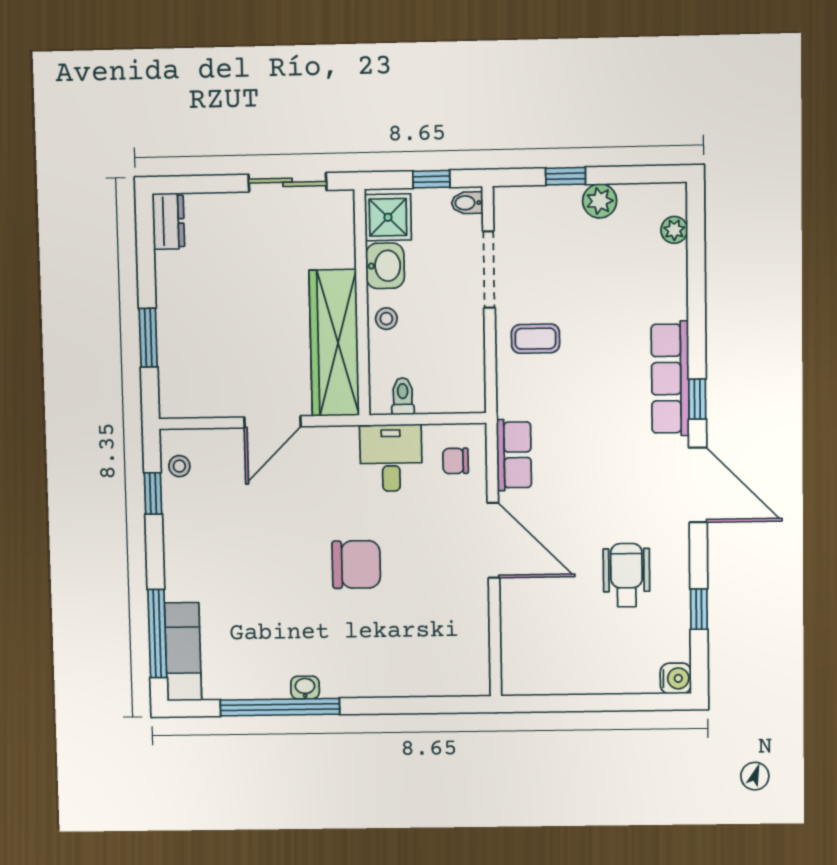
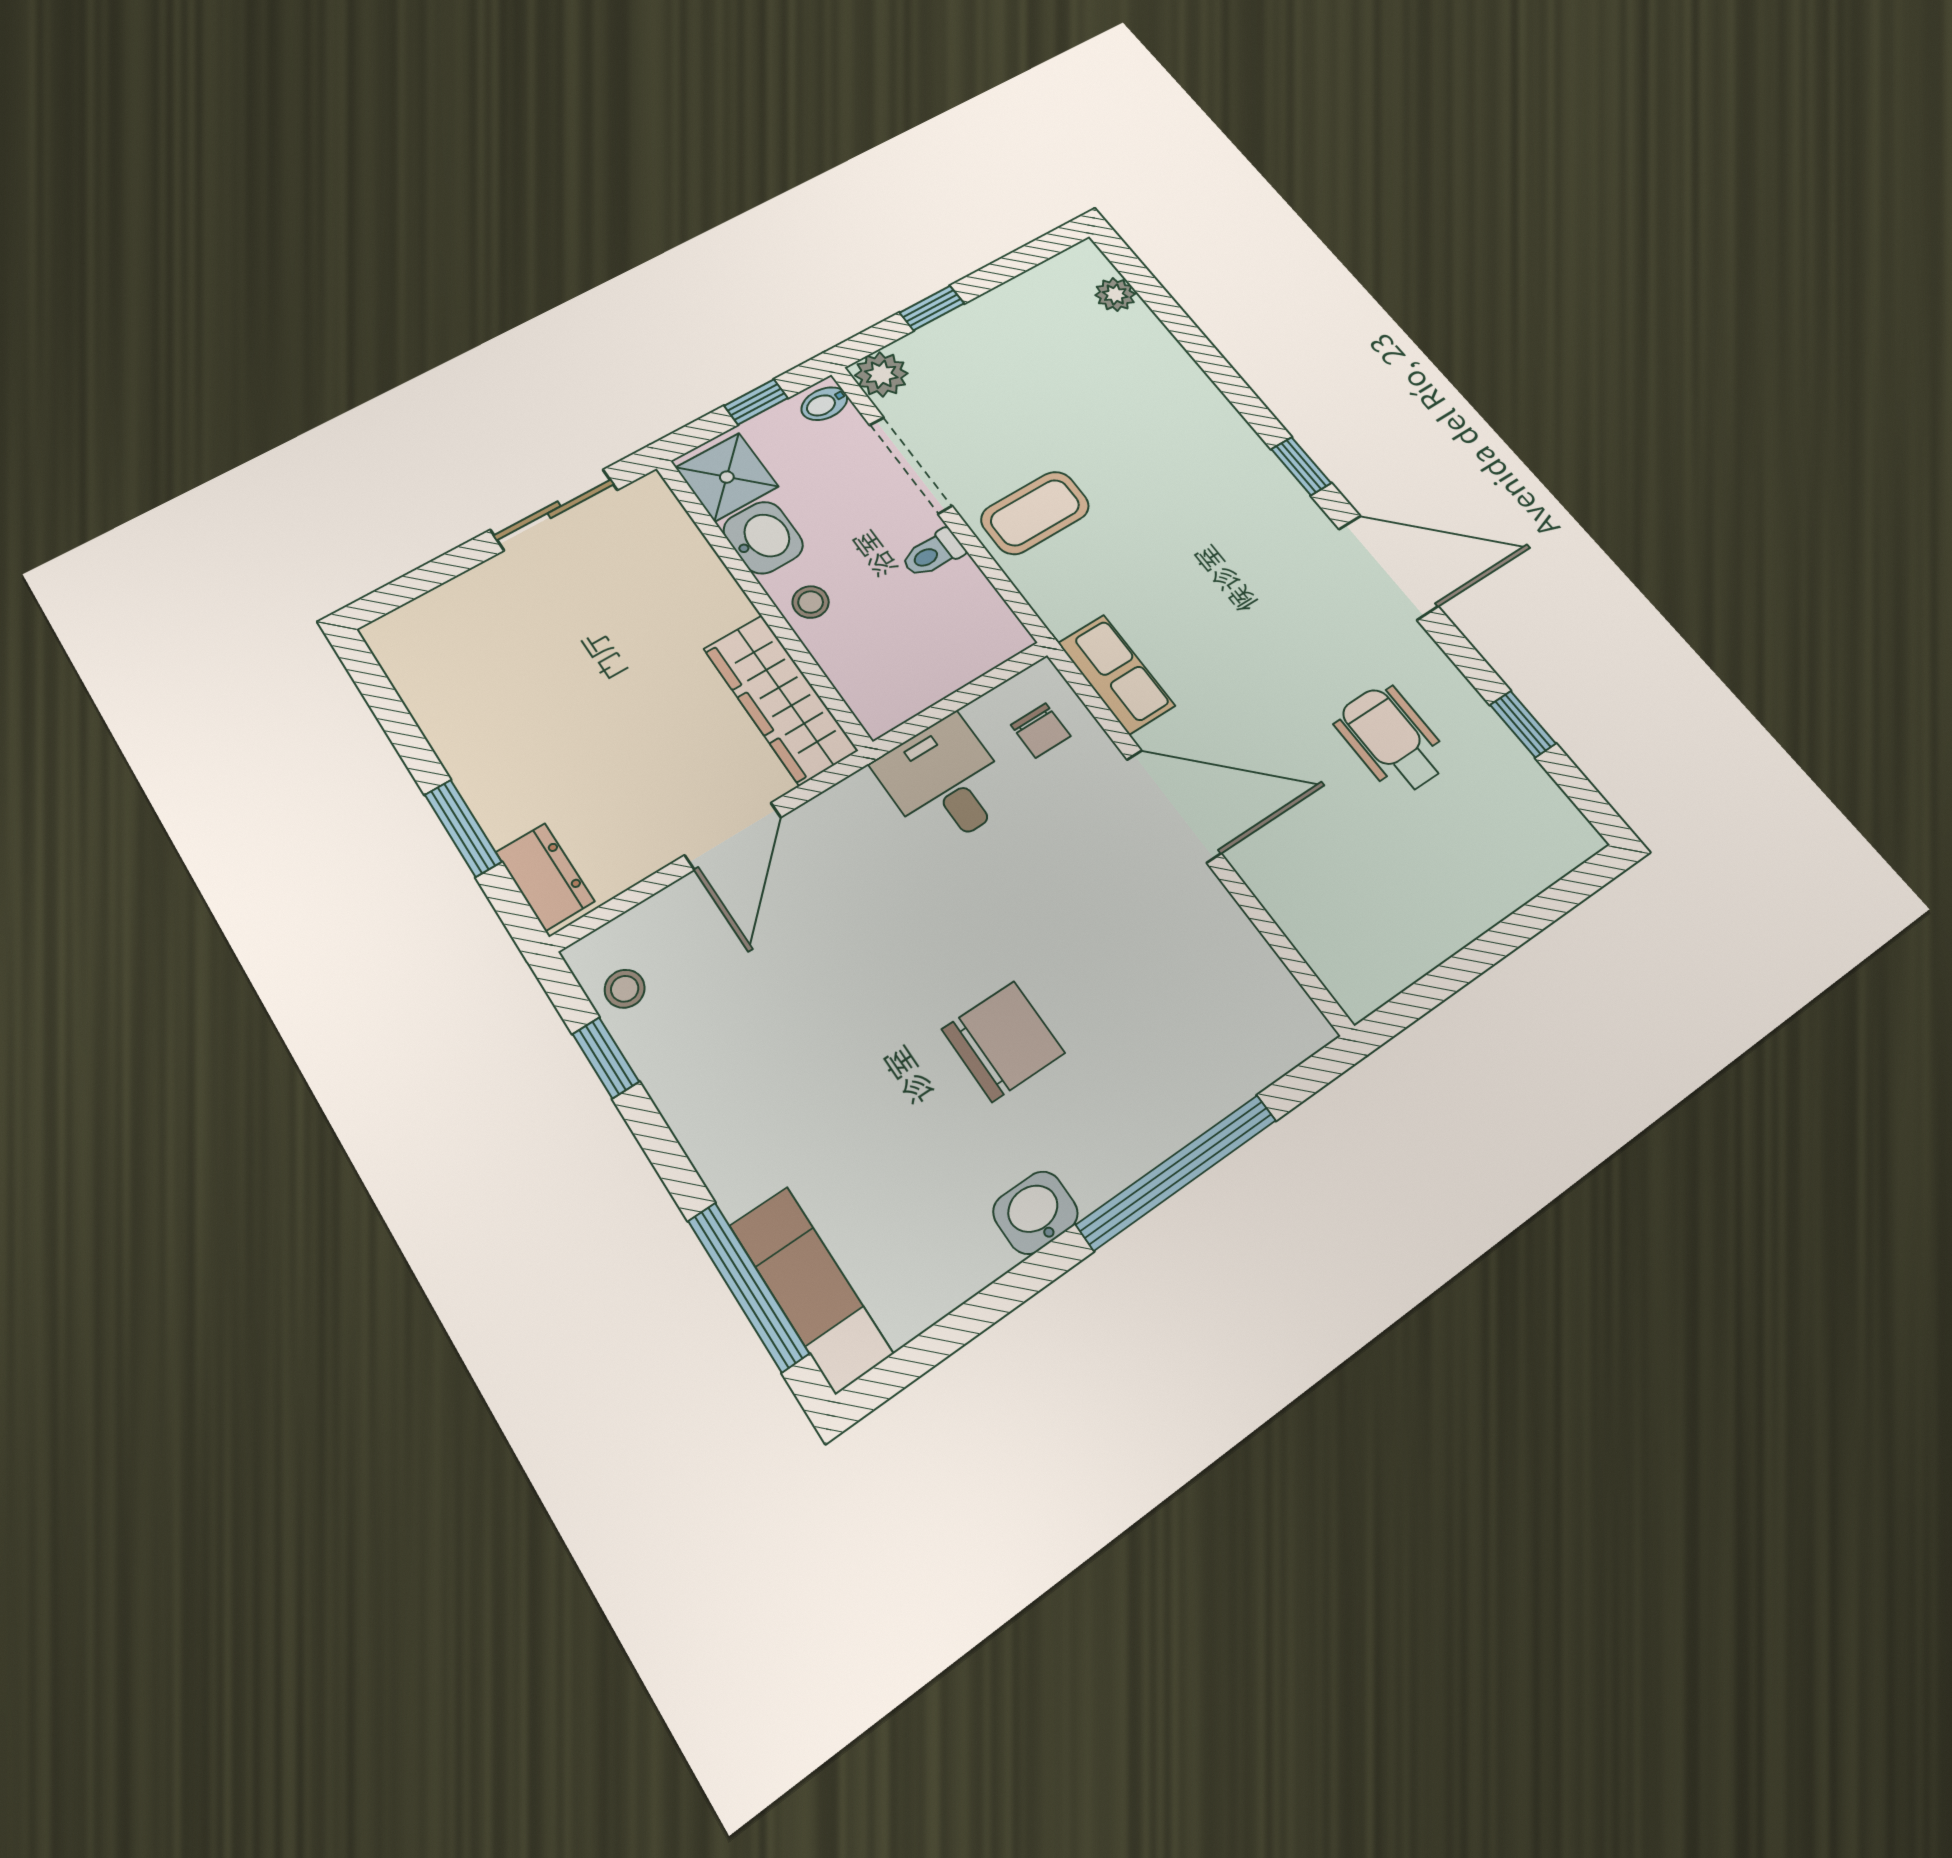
plant: (600, 201) -> (881, 374), moved
dresser: (168, 221) -> (545, 877), moved
coffee table: (535, 339) -> (1035, 513), width x1.36, depth x1.30
wardrobe: (334, 343) -> (780, 699), width x0.71, depth x0.85
row of seats: (670, 379) -> (1247, 462), removed
toilet: (403, 396) -> (933, 553), moved, turned -90
chair: (456, 461) -> (1041, 731), turned -90
chair: (356, 564) -> (1003, 1041), moved
water cooler: (676, 678) -> (1572, 838), removed
washbasin: (305, 688) -> (1035, 1213), width x1.38, depth x1.45
window: (280, 707) -> (1177, 1172), moved

